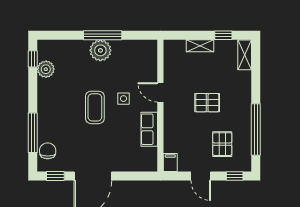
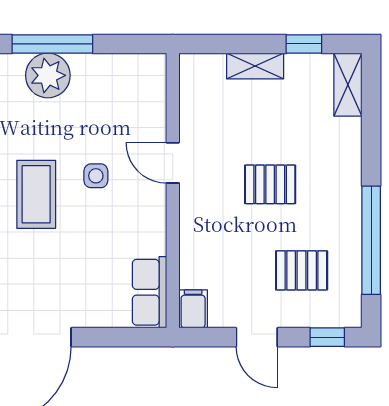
row of seats: (149, 129) -> (149, 292), moved
pallet: (222, 144) -> (302, 270), turned 90

